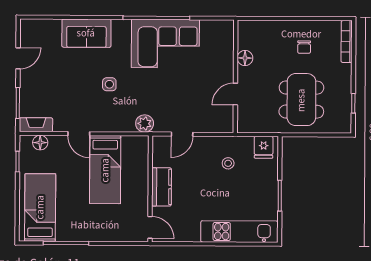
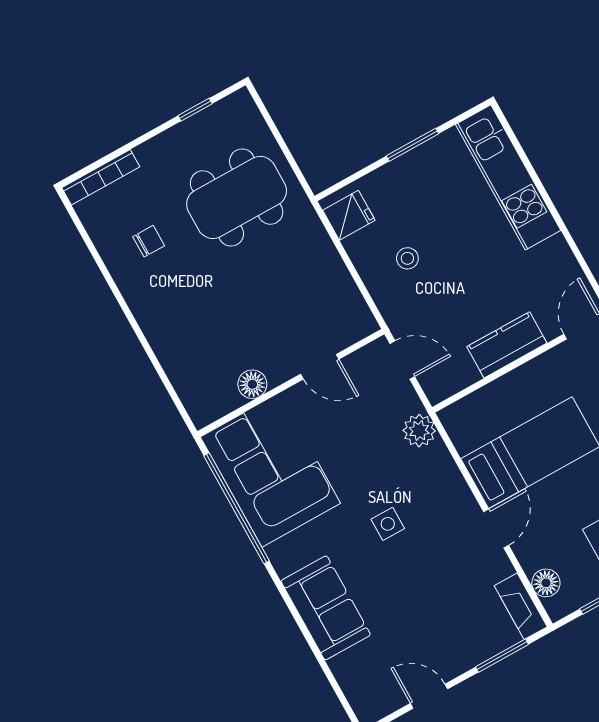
floor lamp: (245, 58) -> (252, 384), moved
wall: (236, 76) -> (291, 383), moved
door: (235, 94) -> (320, 367), moved

